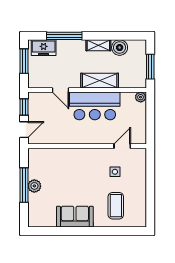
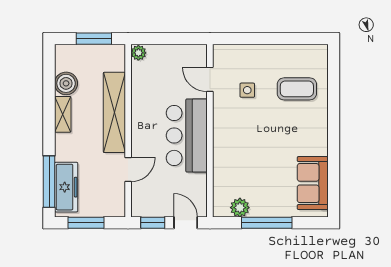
window: (64, 36) -> (49, 182), moved
freezer: (44, 48) -> (66, 187), width x1.40
shelving: (100, 81) -> (114, 112), width x1.47
bar counter: (95, 106) -> (187, 135), moved, turned 180
plant: (34, 186) -> (240, 208), moved
sofa: (75, 217) -> (313, 183), moved

